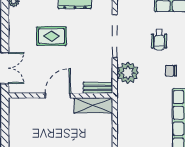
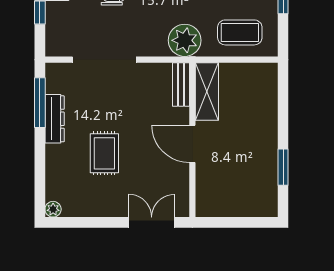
plant: (128, 73) -> (185, 40), moved
coffee table: (133, 128) -> (240, 32), added

